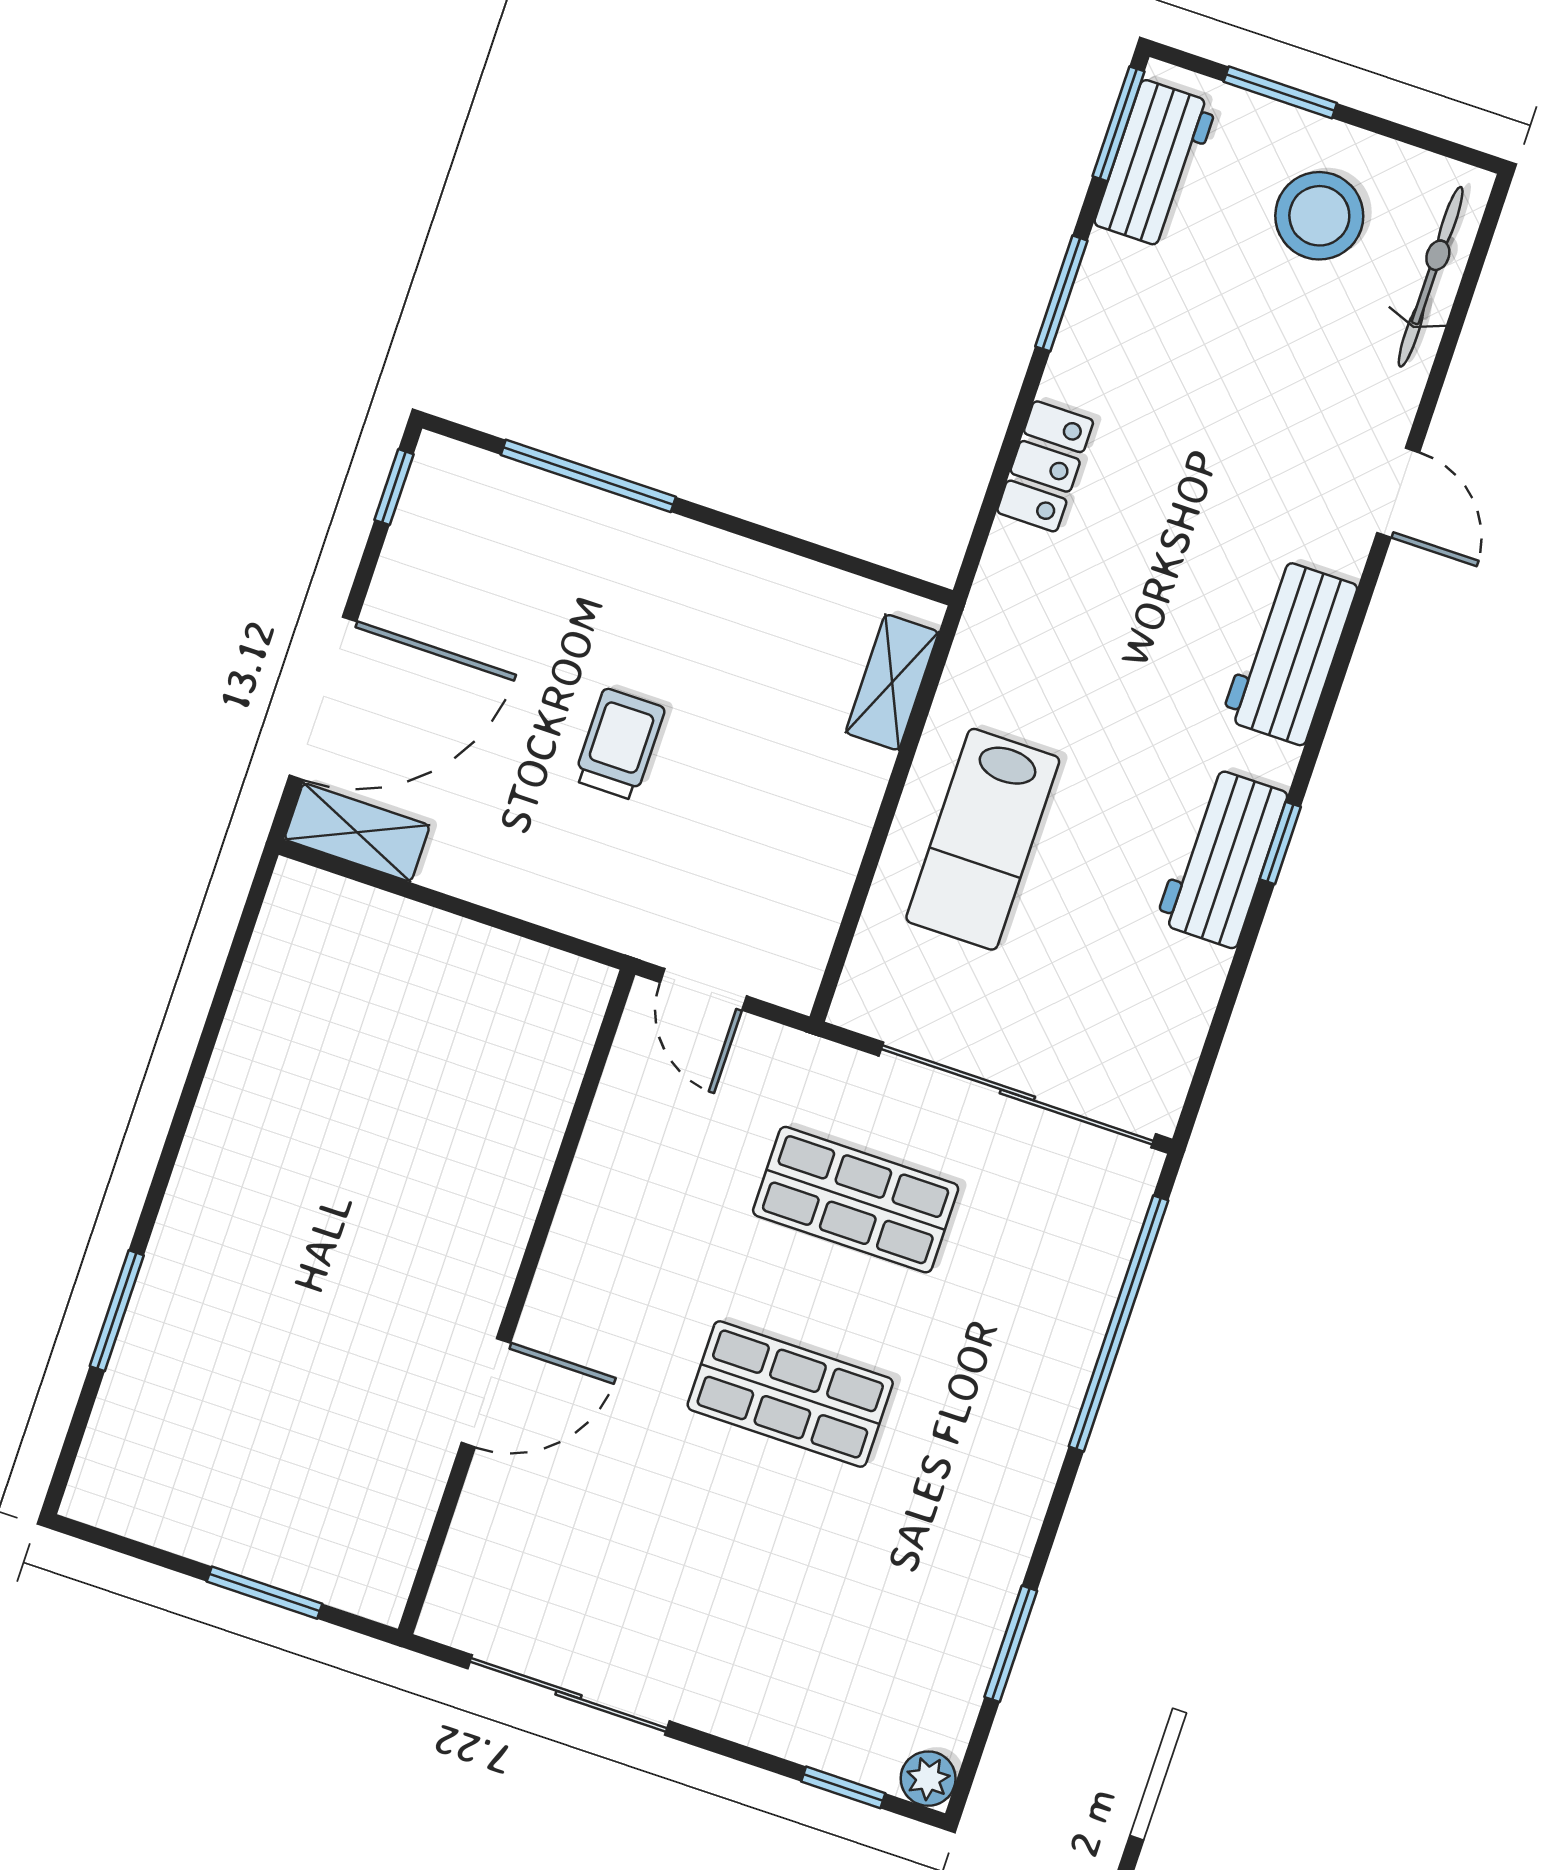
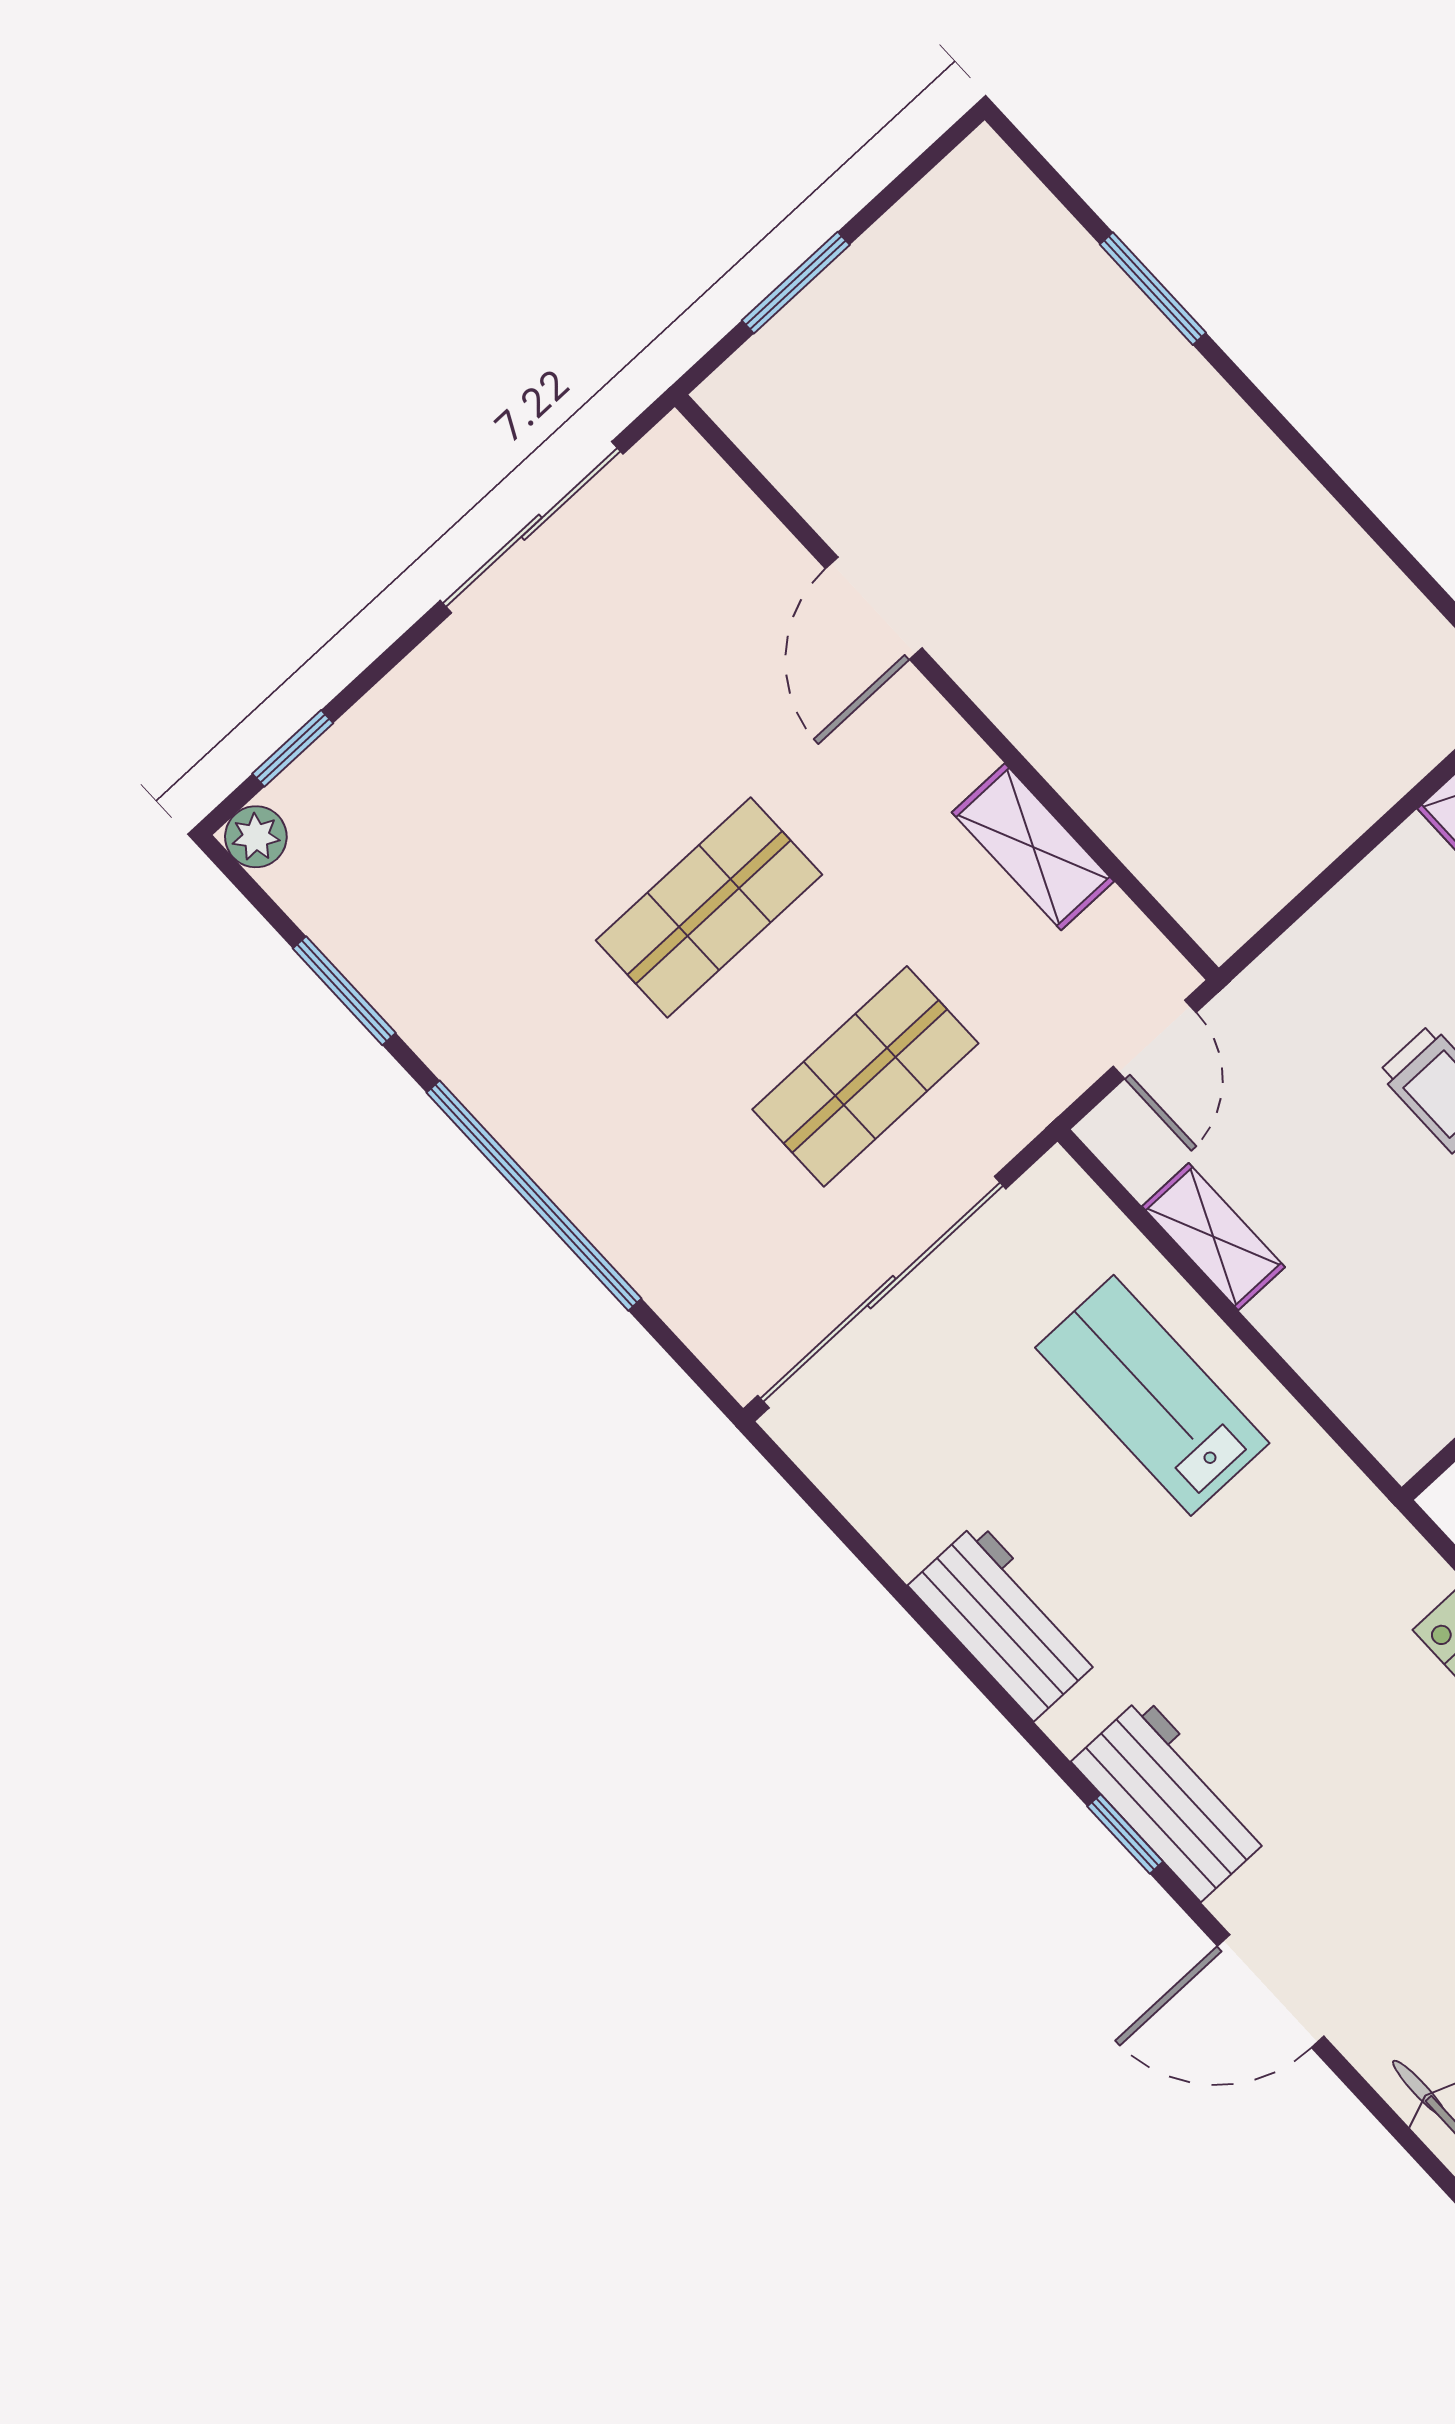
door: (1398, 493) -> (1271, 1991), width x1.38
shelving: (892, 682) -> (1213, 1237), moved
window: (1280, 843) -> (1125, 1834), moved
door: (703, 989) -> (1155, 1039), swing flipped
shelving: (605, 1167) -> (1033, 847), added
window: (1119, 1323) -> (534, 1196), moved

